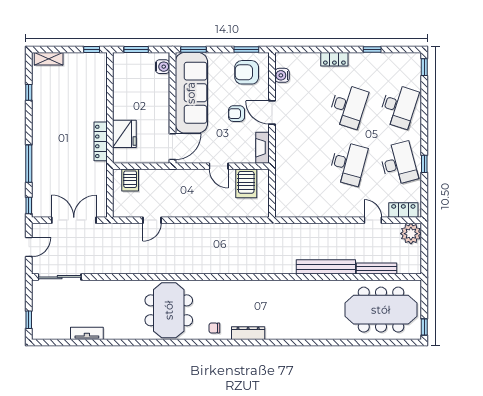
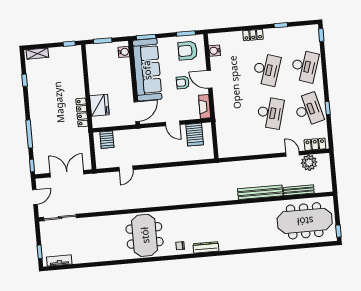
plant: (411, 234) -> (309, 163), moved
tv unit: (87, 333) -> (59, 260), moved

